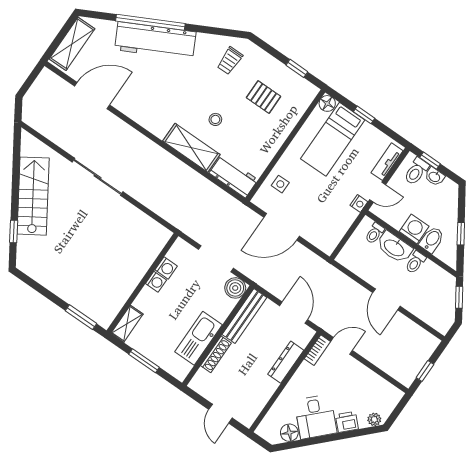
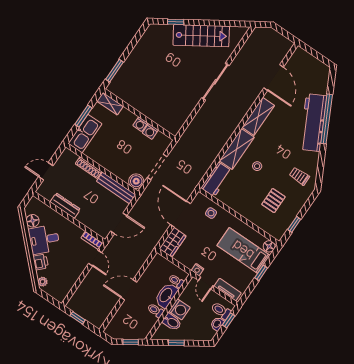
shelving: (72, 44) -> (258, 116), moved, turned 90
wardrobe: (321, 238) -> (173, 242), added
kitchen sink: (199, 338) -> (85, 134), moved, turned 90
dresser: (286, 362) -> (65, 206), moved

